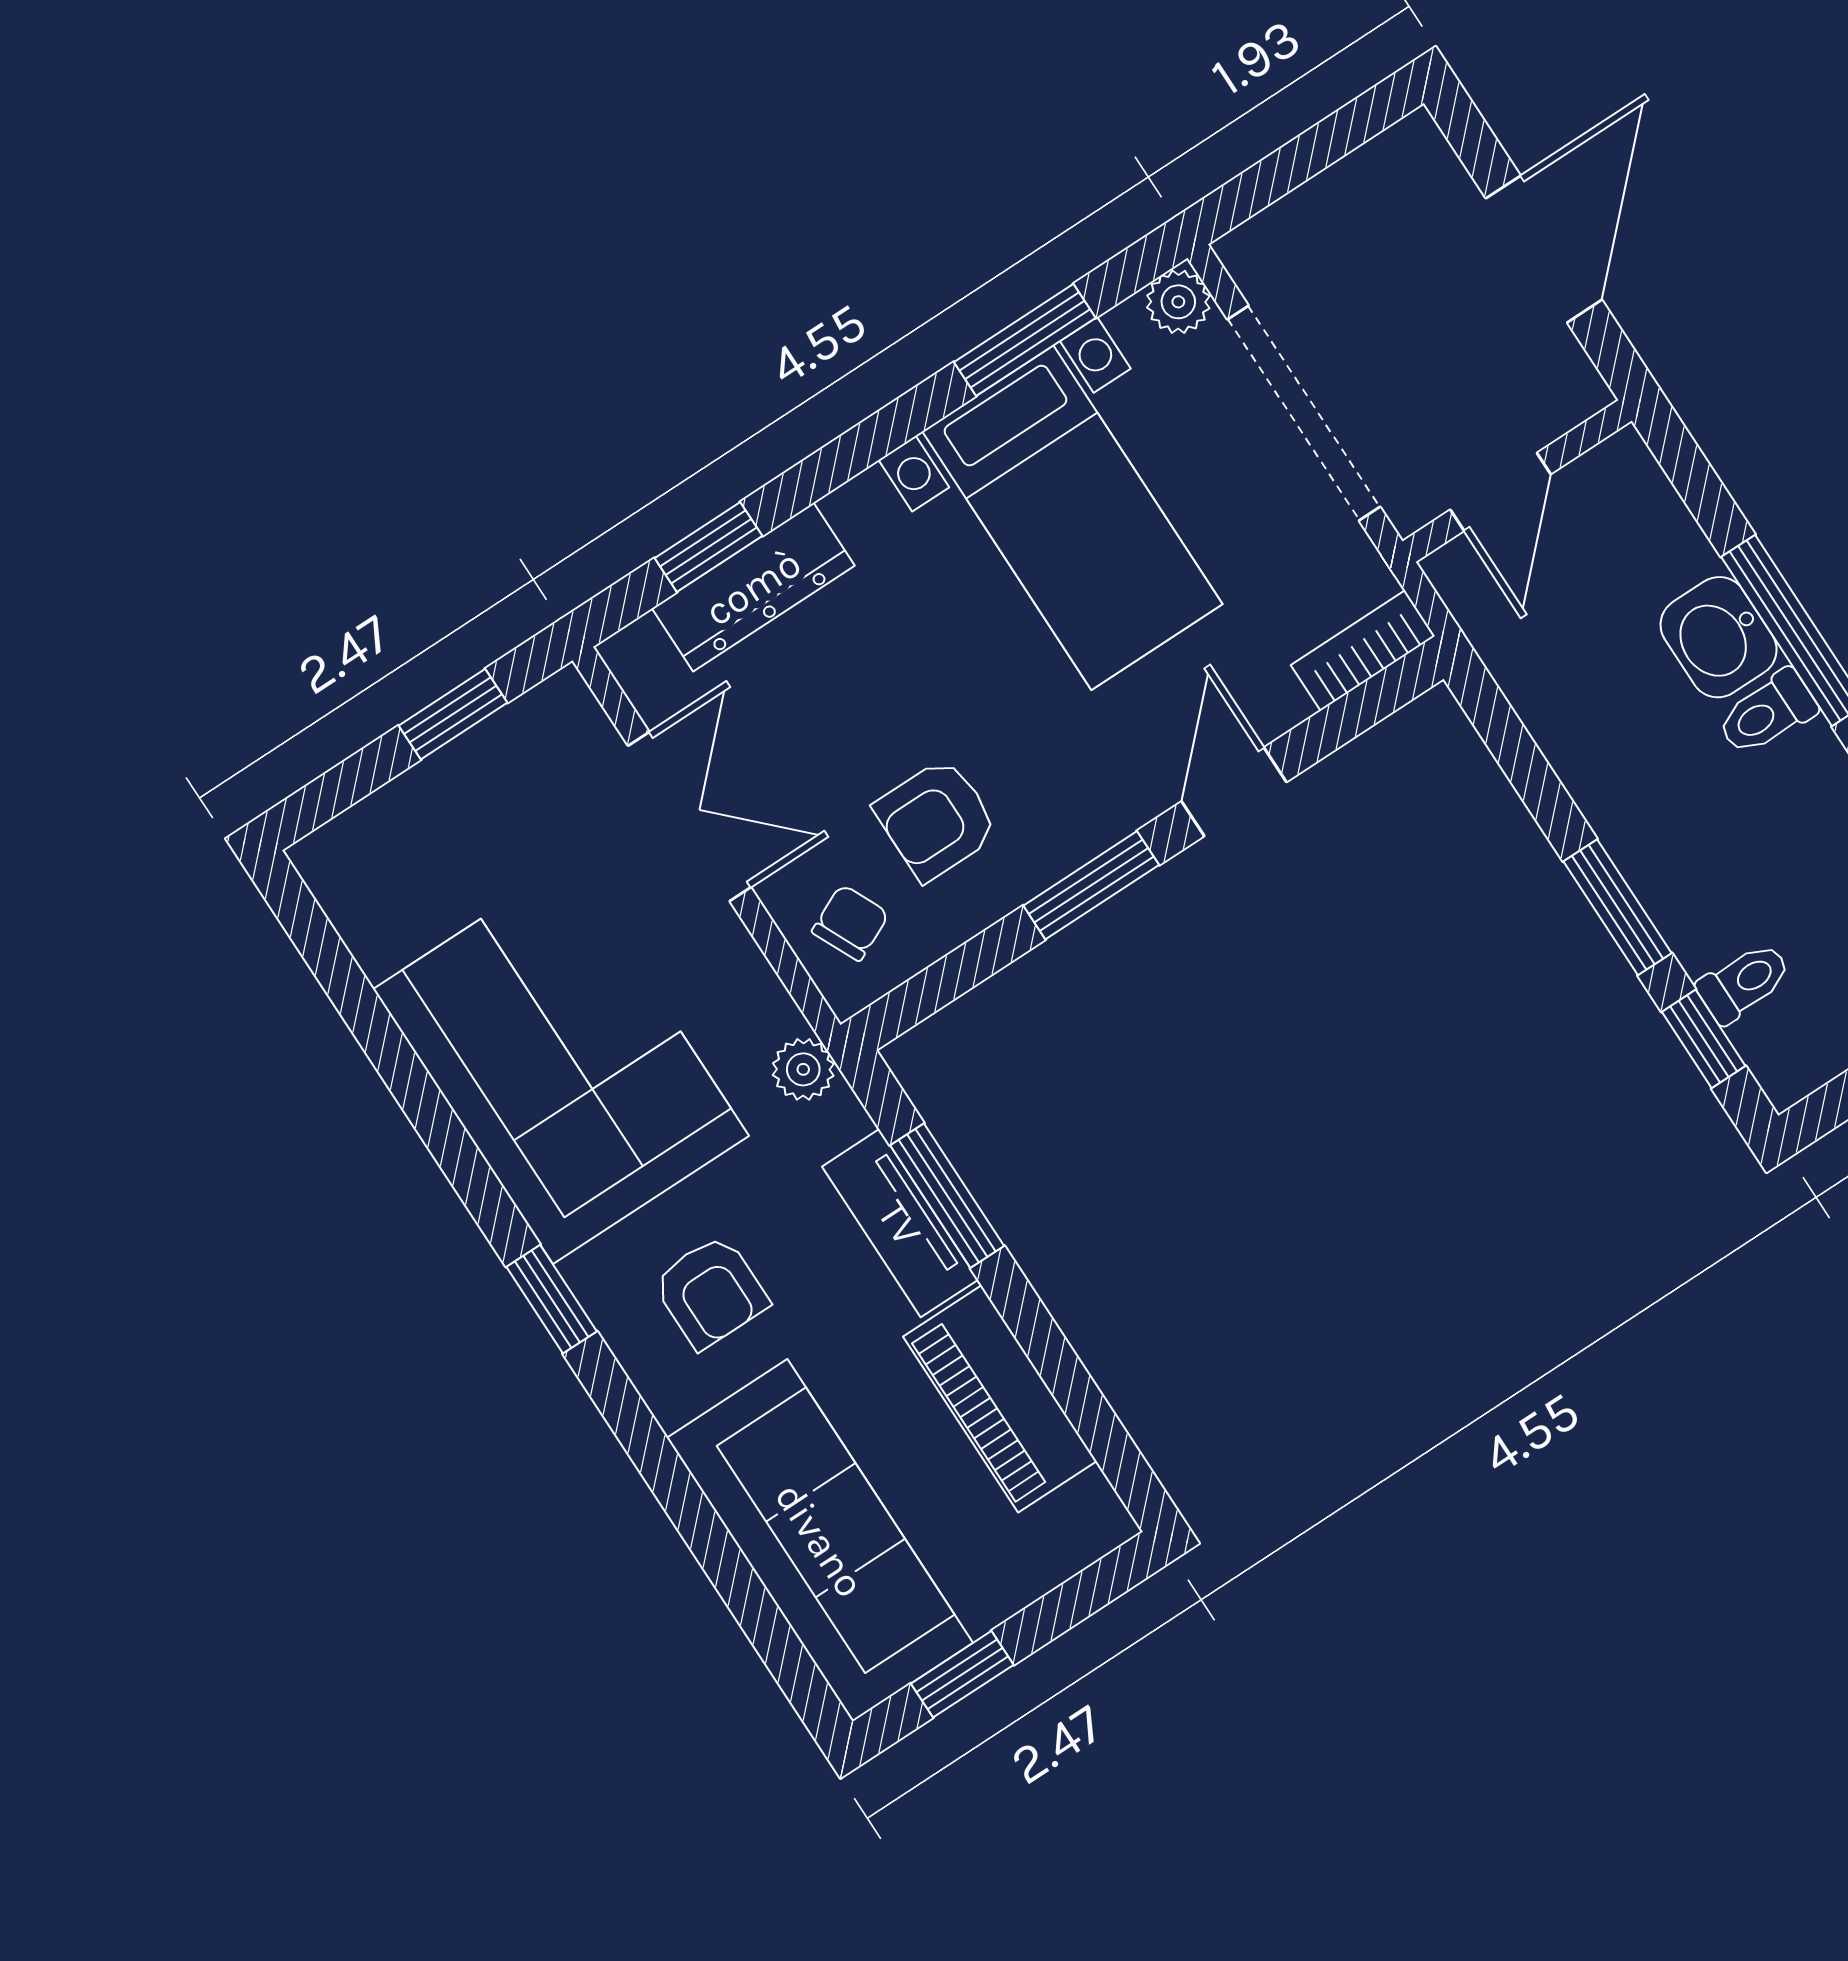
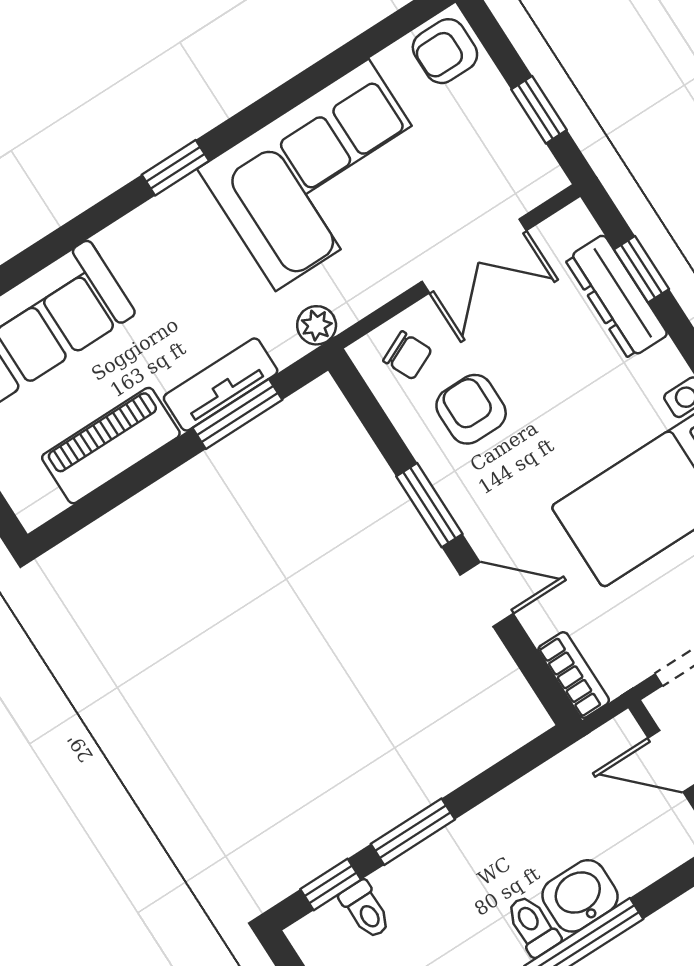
armchair: (711, 1292) -> (445, 51), moved

